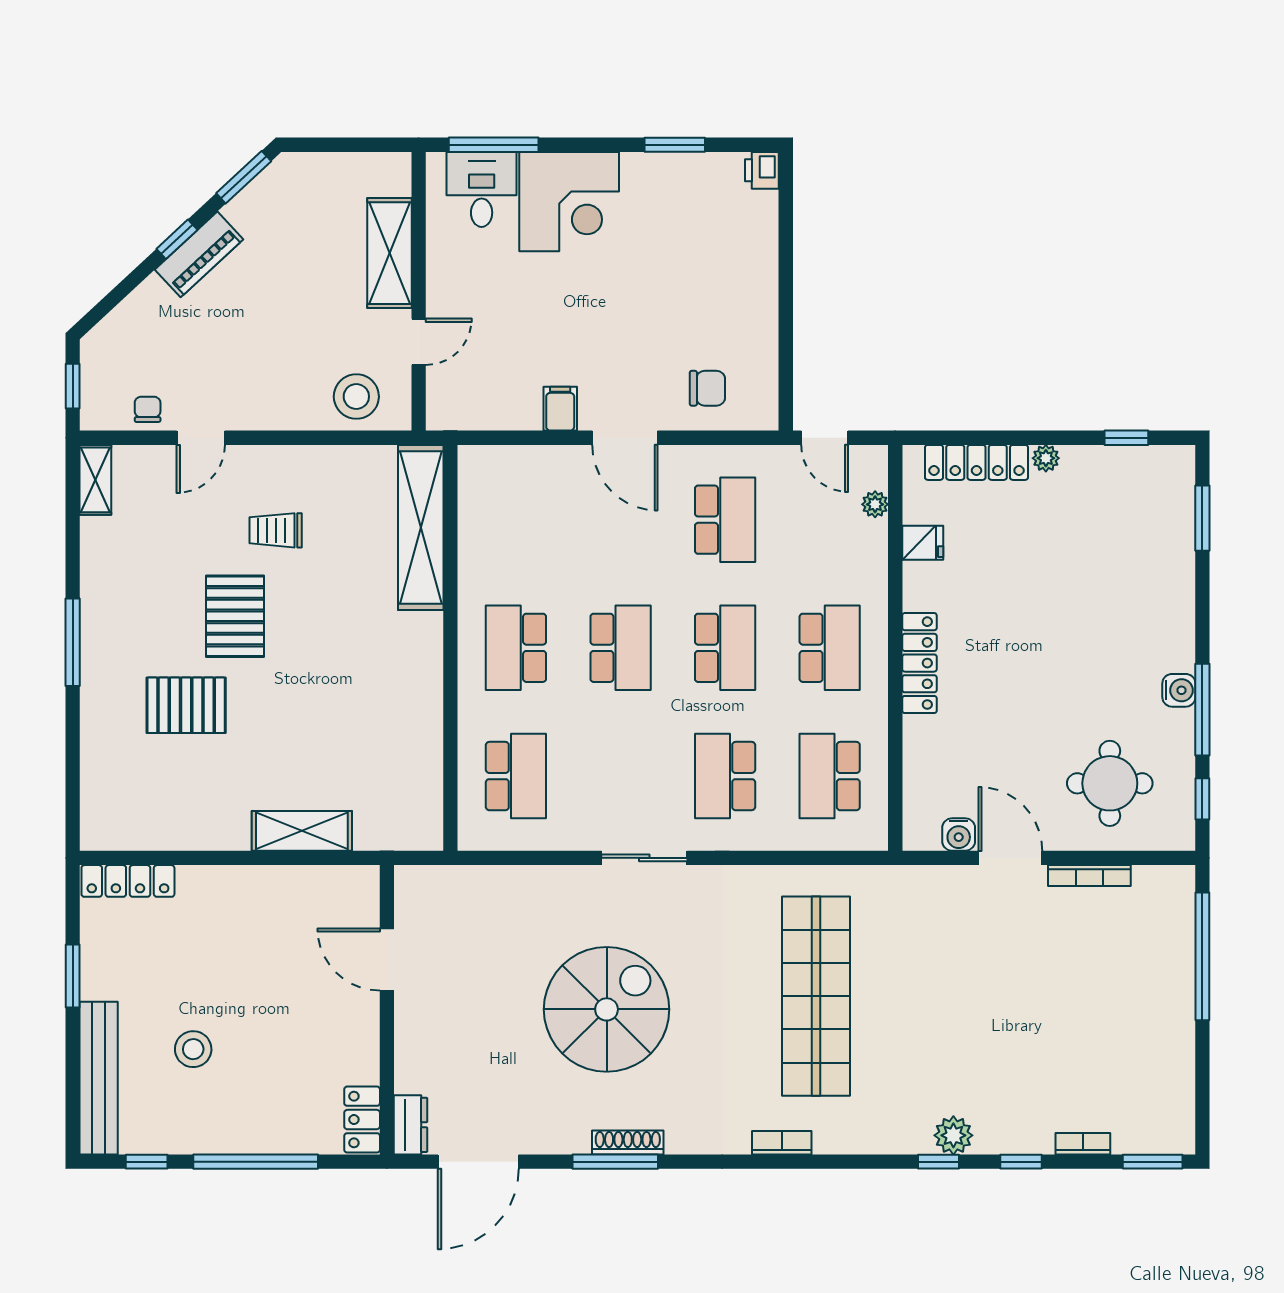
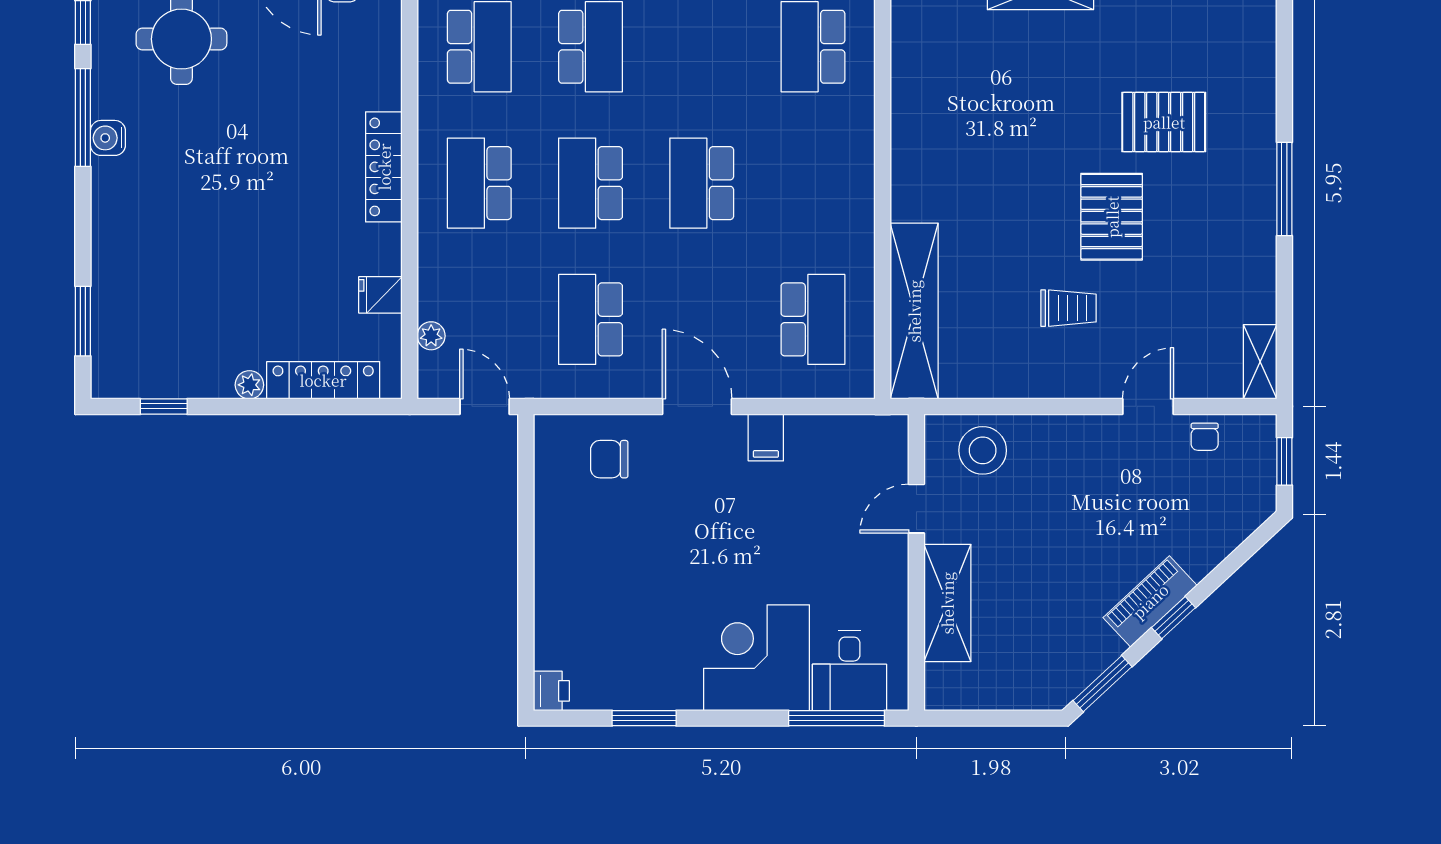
school desk: (516, 648) -> (813, 319), moved

